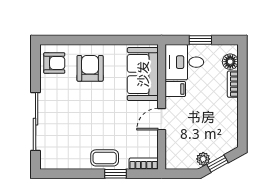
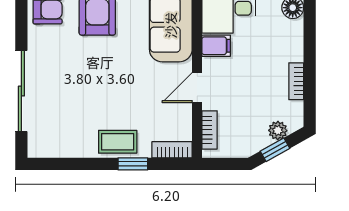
bookcase: (233, 84) -> (296, 81), moved
bookcase: (171, 149) -> (210, 130), added
plant: (203, 159) -> (278, 130), moved

